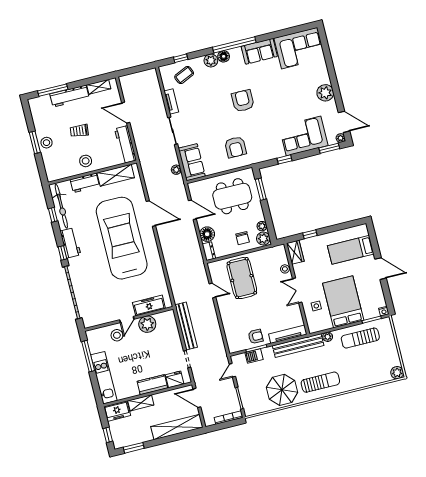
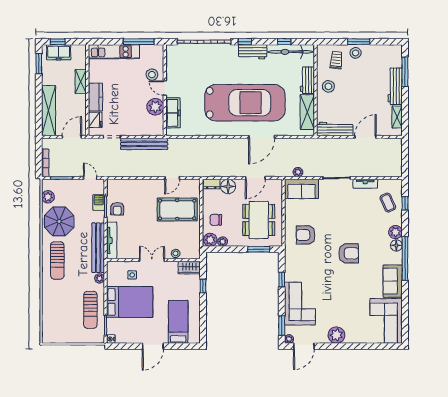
trolley: (79, 131) -> (336, 60), moved
sun lounger: (360, 338) -> (90, 310), turned 180
plant: (397, 373) -> (48, 197), moved
freezer: (117, 411) -> (59, 52), moved, turned -90

